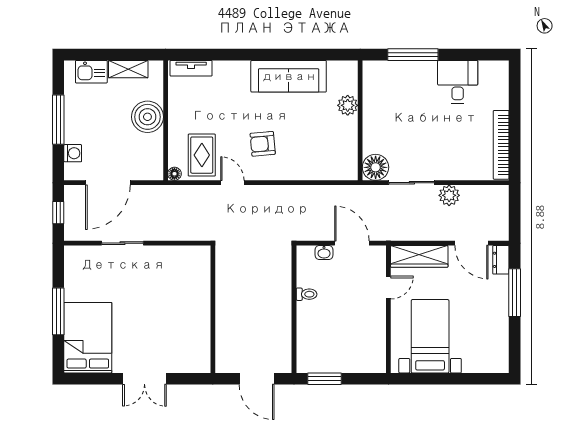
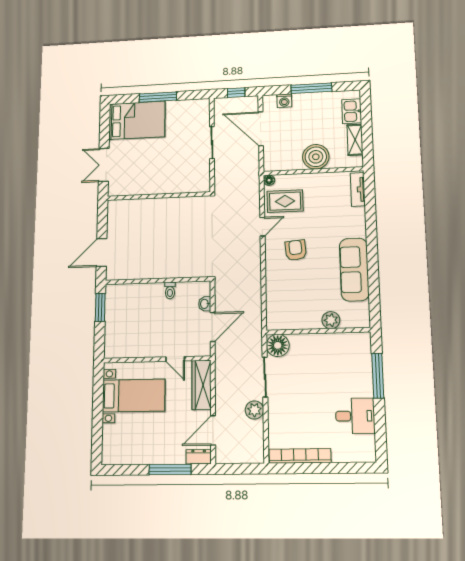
wall: (213, 309) -> (158, 196), moved

